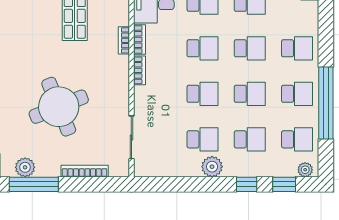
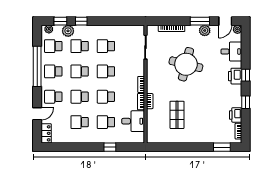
door: (326, 18) -> (37, 114), added
round table: (59, 107) -> (186, 64), turned 36
plant: (212, 167) -> (68, 31), moved
window: (34, 184) -> (200, 21), width x0.69

